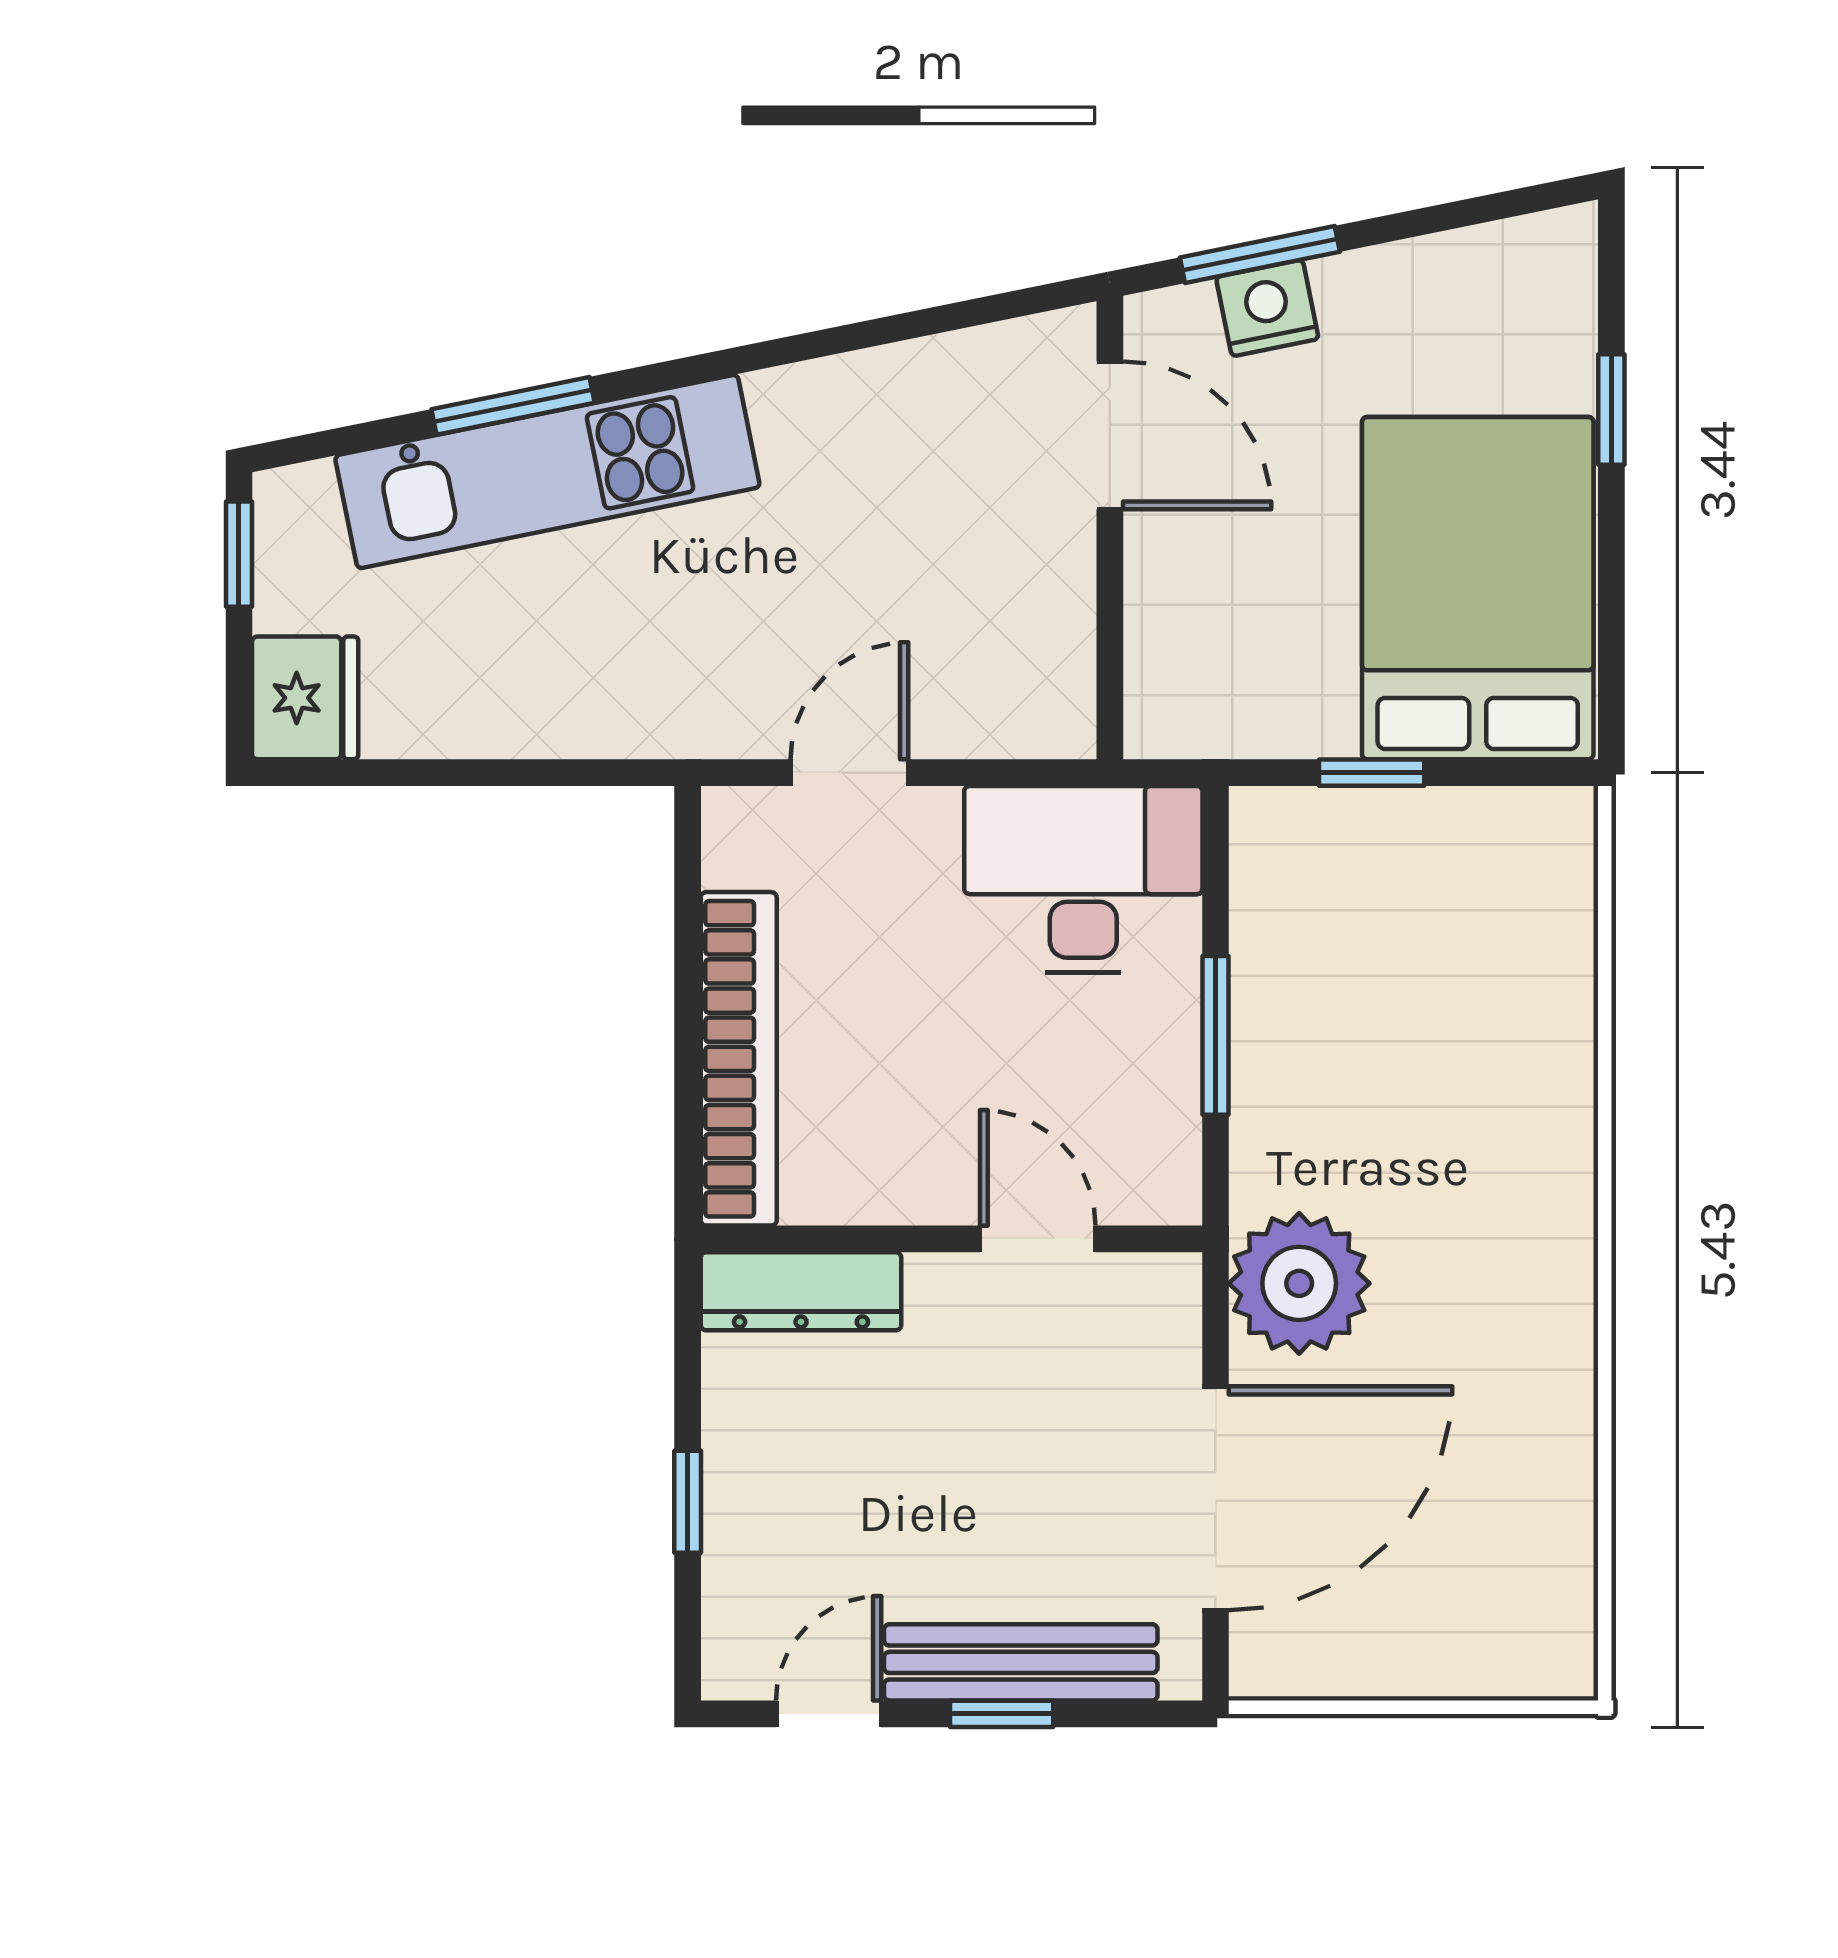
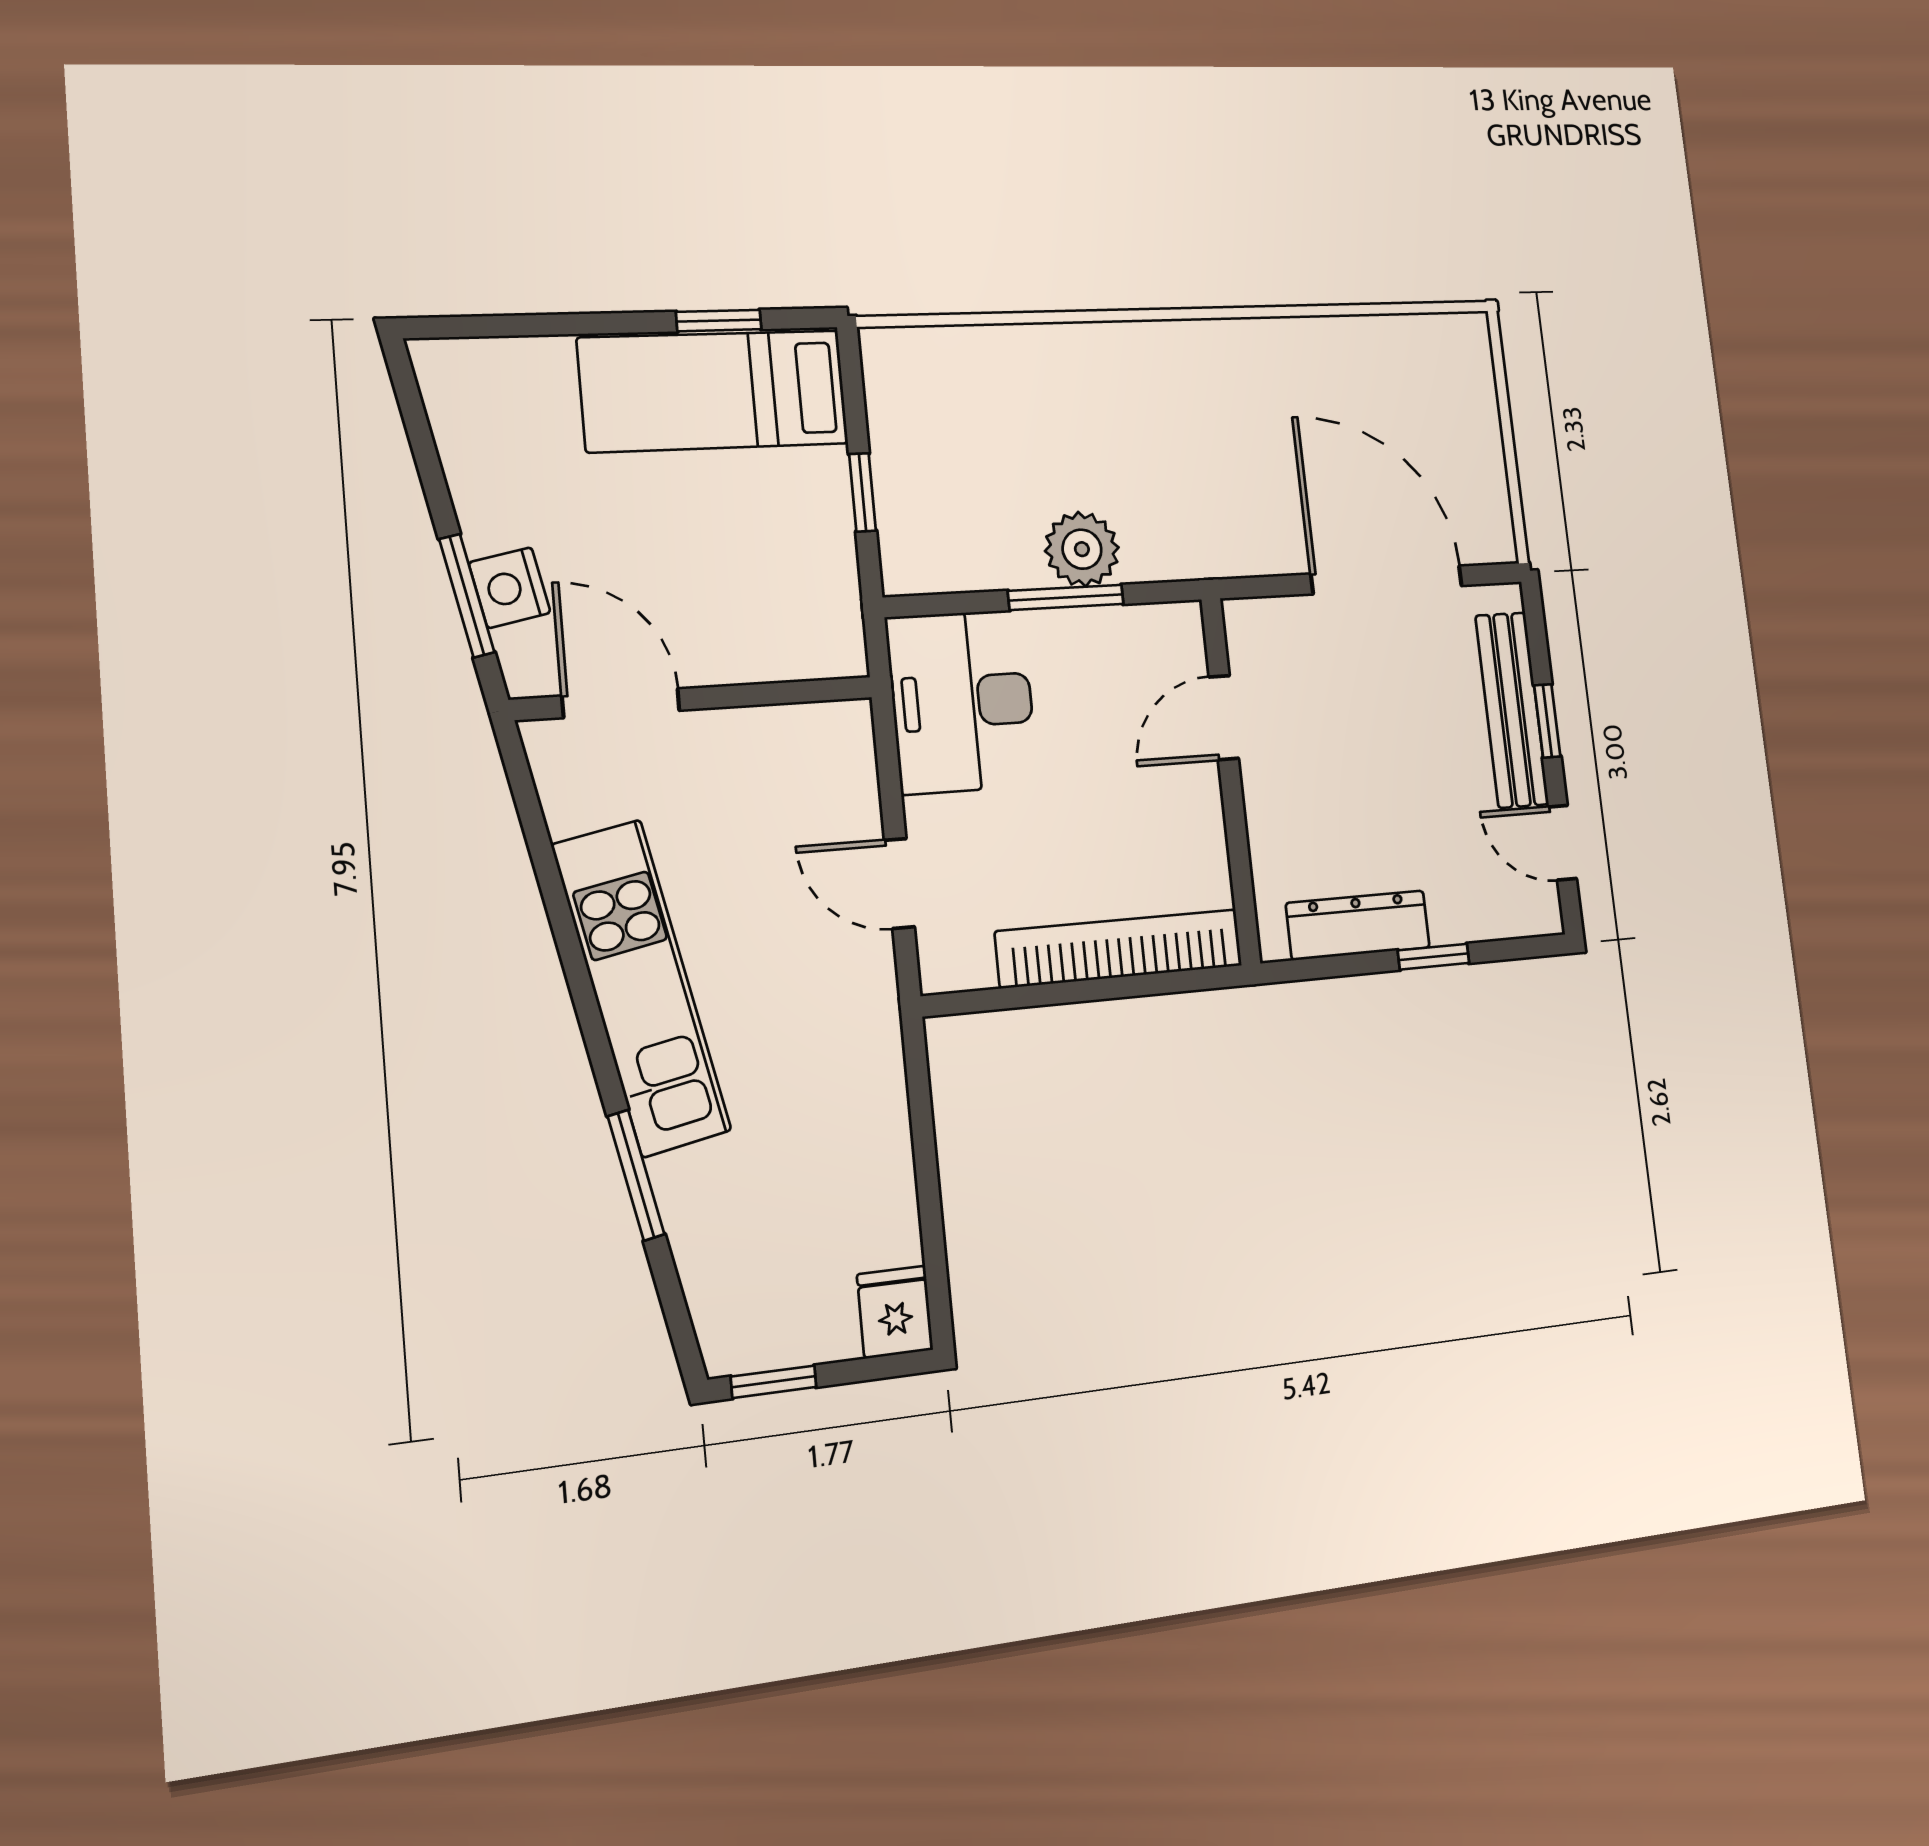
window: (1611, 409) -> (719, 321), moved
door: (1110, 435) -> (621, 703), hinge flipped
kitchen unit: (547, 471) -> (641, 987), moved
bed: (1478, 588) -> (714, 391), width x0.67
fridge: (305, 698) -> (895, 1312), width x0.72
plant: (1299, 1283) -> (1082, 549), moved, width x0.73, depth x0.73
dresser: (801, 1291) -> (1358, 925), moved, turned -90

